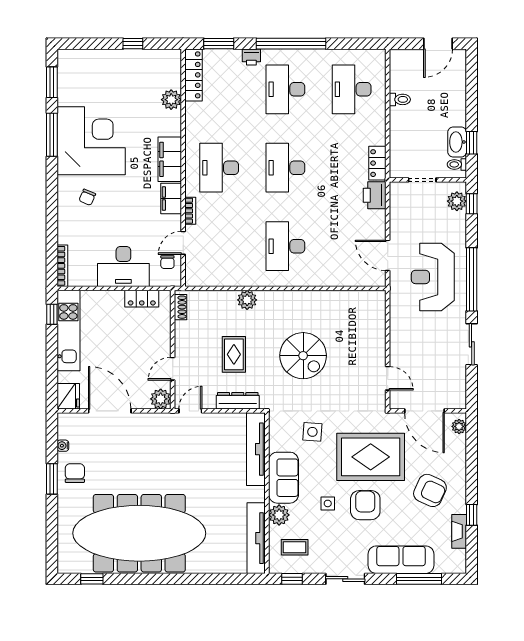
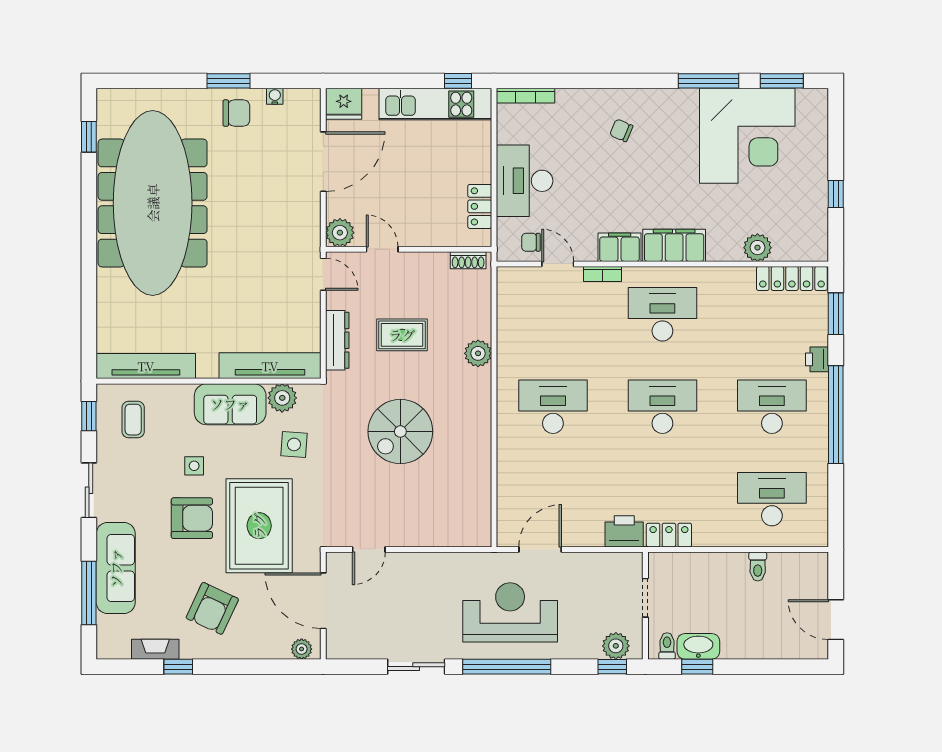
corner desk: (91, 141) -> (747, 136), moved
door: (424, 411) -> (323, 601), hinge flipped
plant: (279, 515) -> (282, 398), moved

